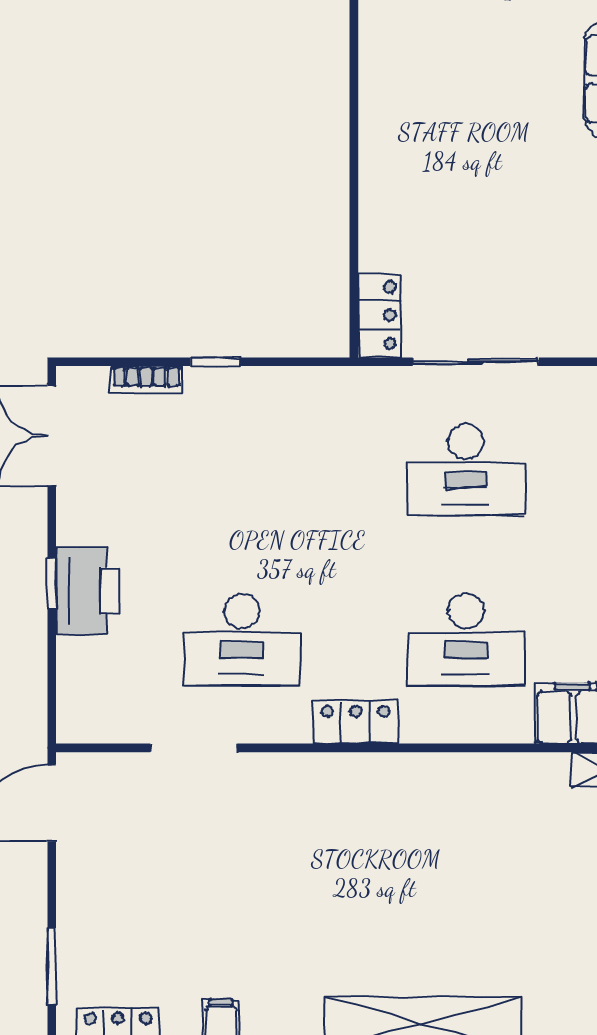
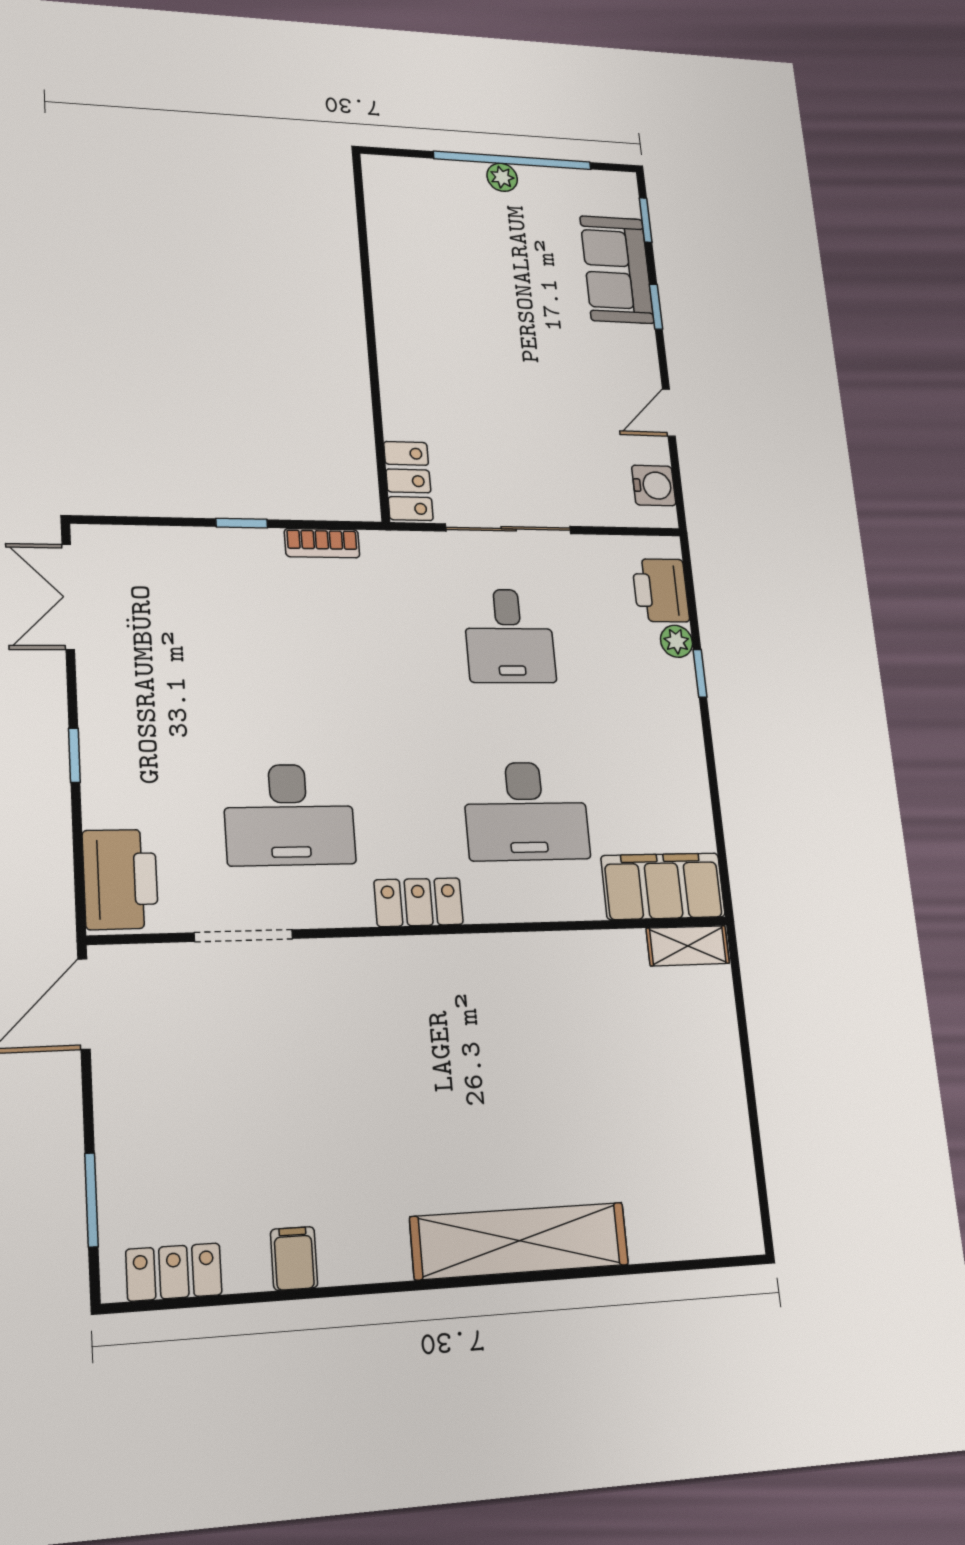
bookcase: (146, 380) -> (322, 543), moved
desk: (466, 470) -> (509, 636), width x0.73
printer: (88, 591) -> (120, 879), moved

